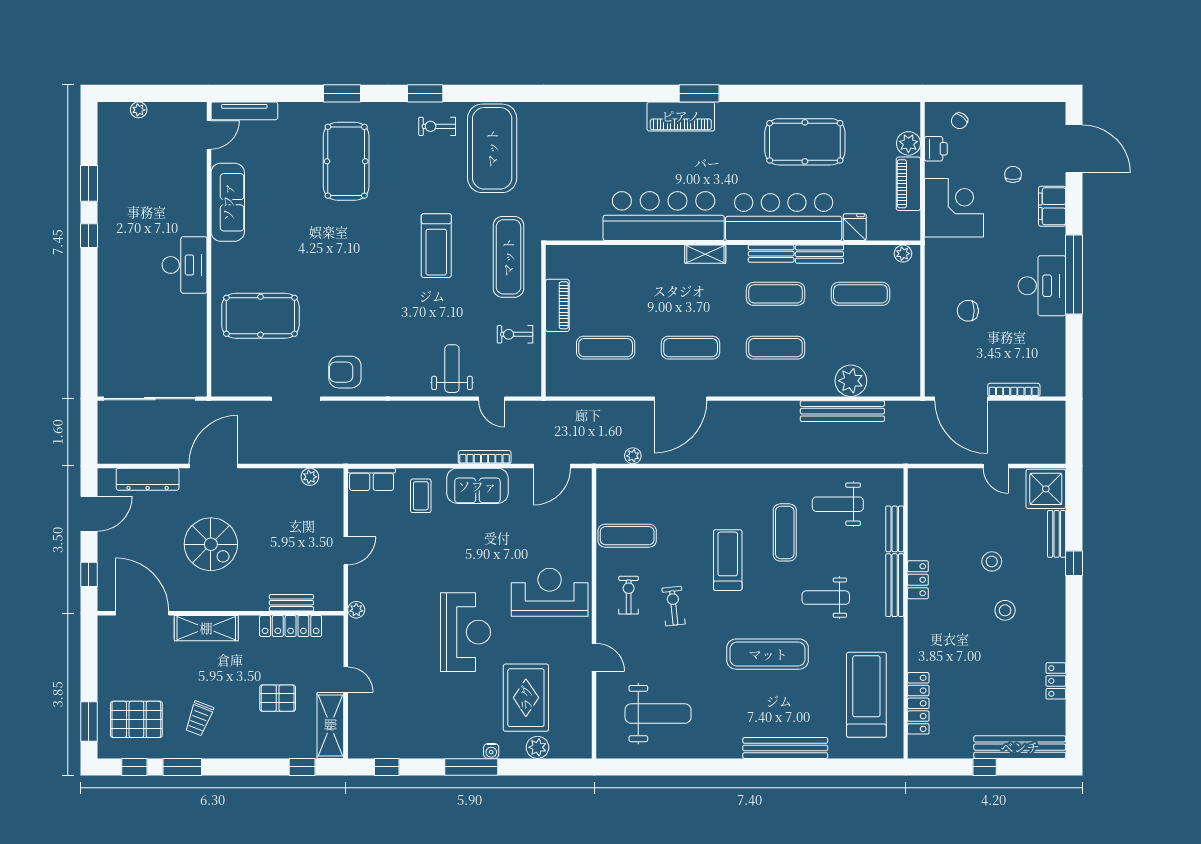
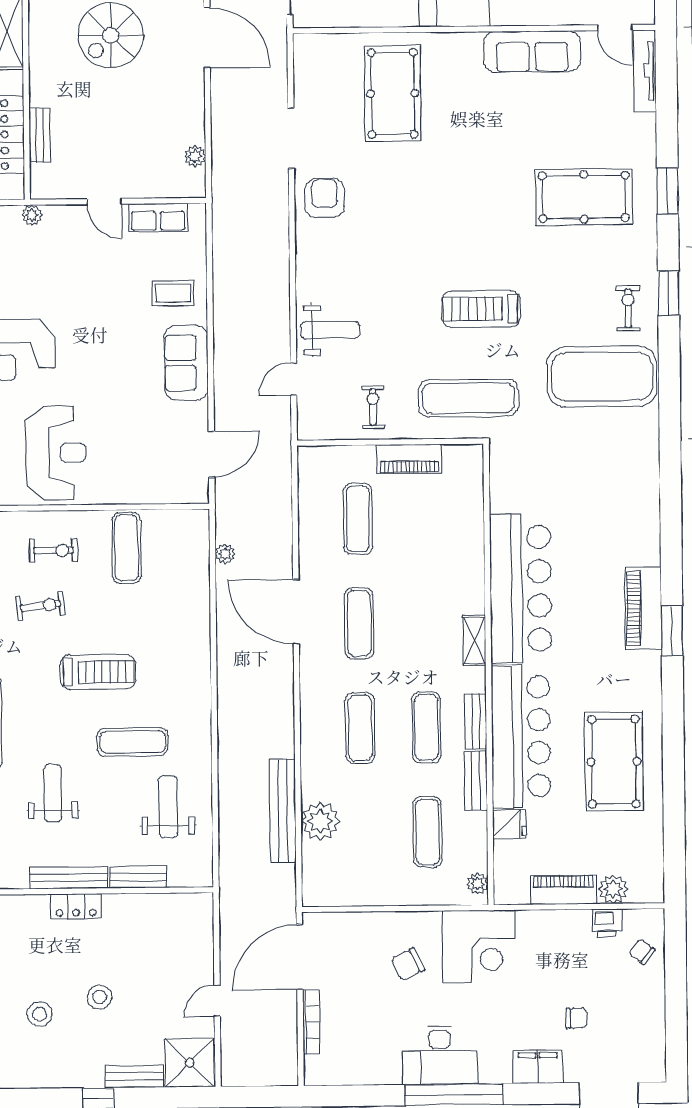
corner desk: (954, 208) -> (479, 947), moved
chair: (968, 311) -> (408, 964), turned -116
bookcase: (485, 457) -> (221, 371), removed
door: (552, 466) -> (211, 454), swing flipped
row of seats: (372, 479) -> (158, 217), moved, turned -90

